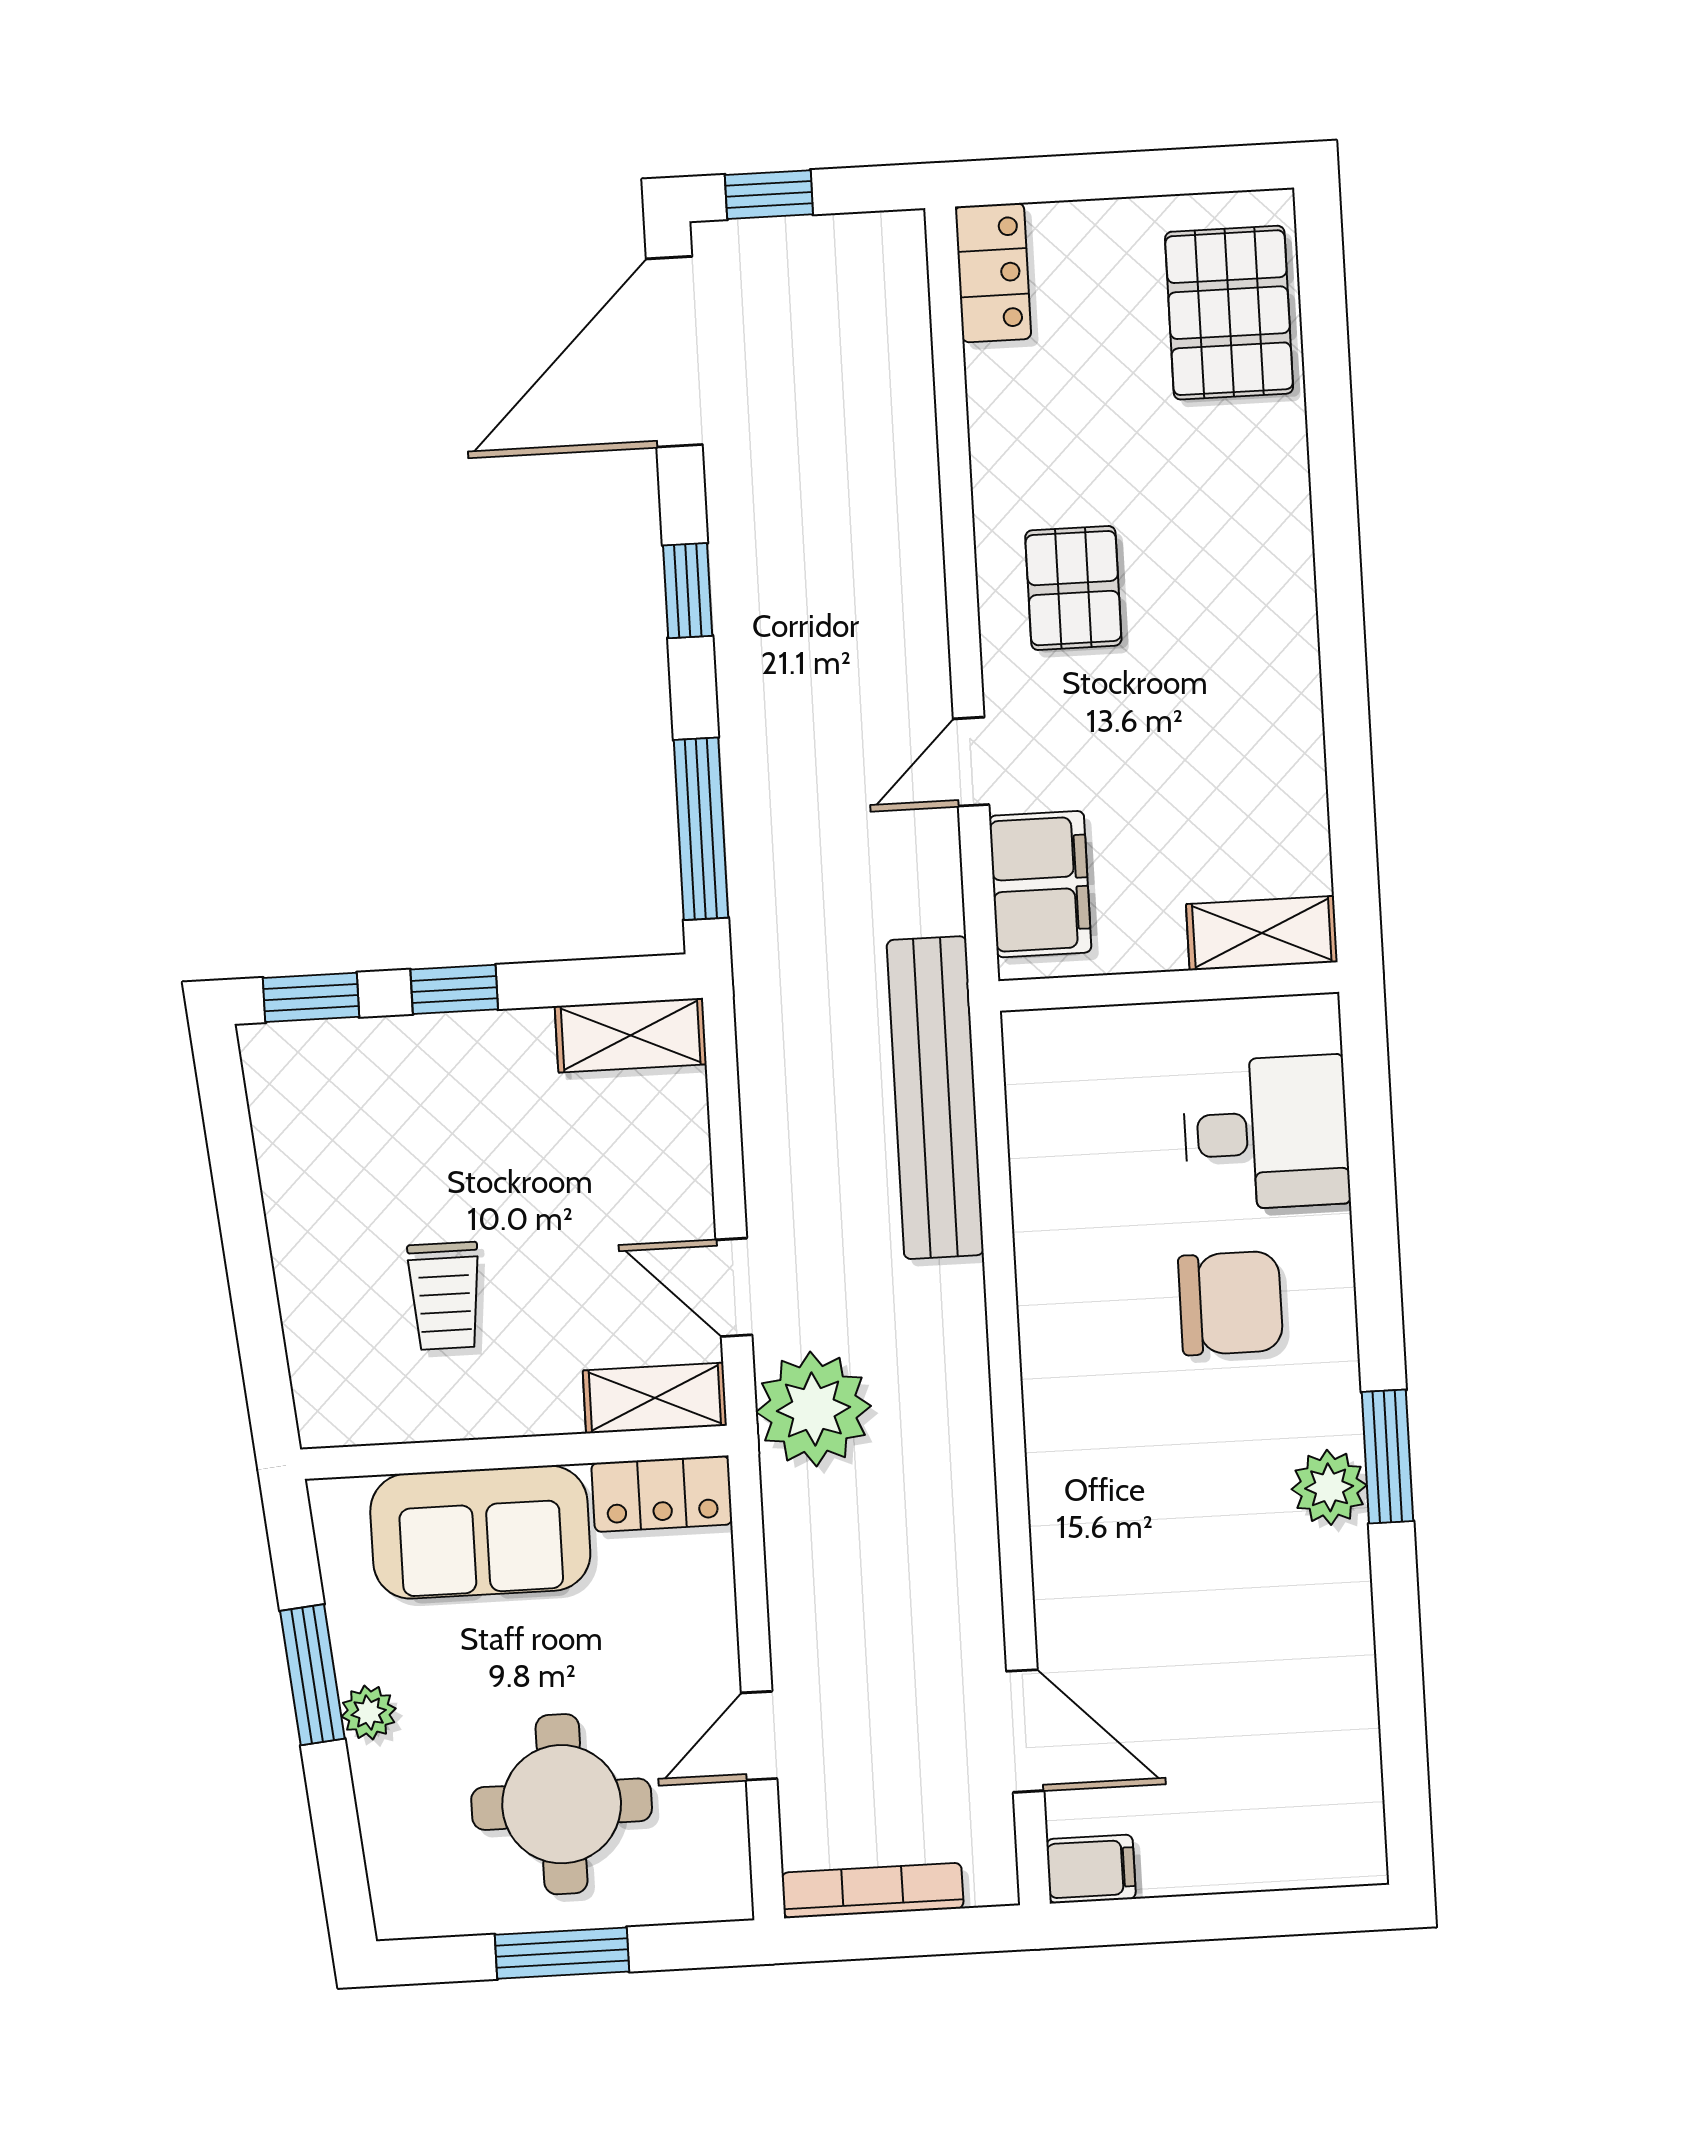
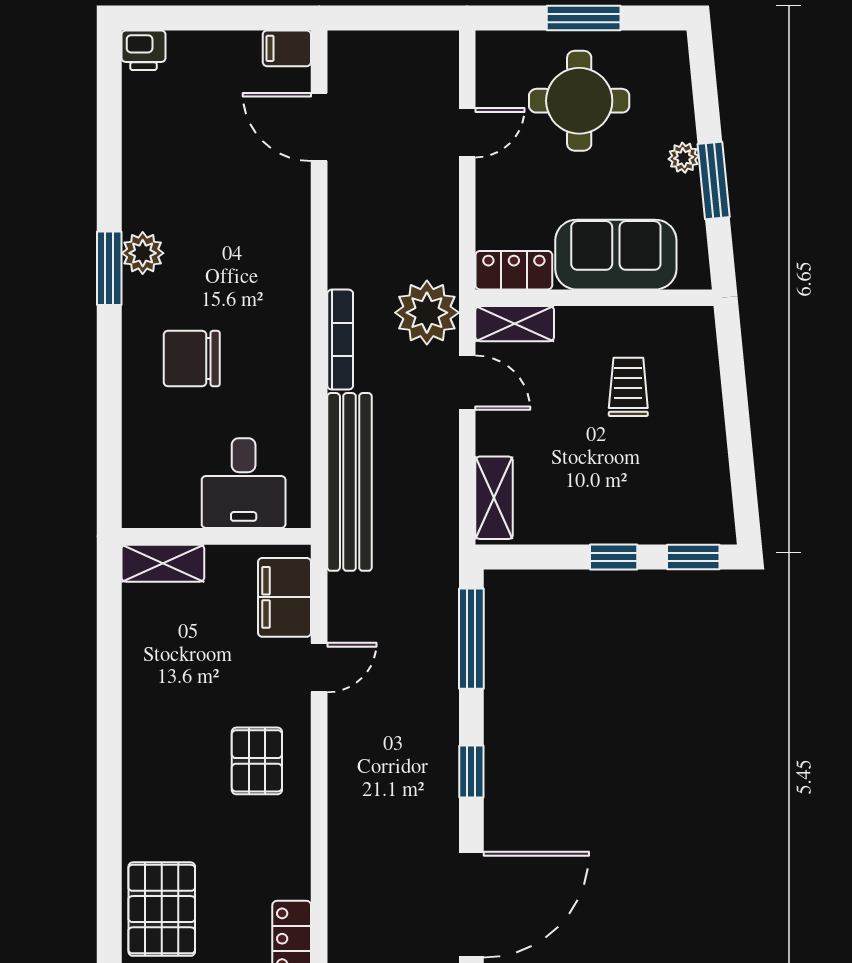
shelving: (631, 1035) -> (494, 498), moved, turned 90
desk: (1266, 1133) -> (244, 483), moved, turned -90
printer: (1348, 1851) -> (144, 50), added
bookcase: (873, 1891) -> (340, 340), moved, turned -90

